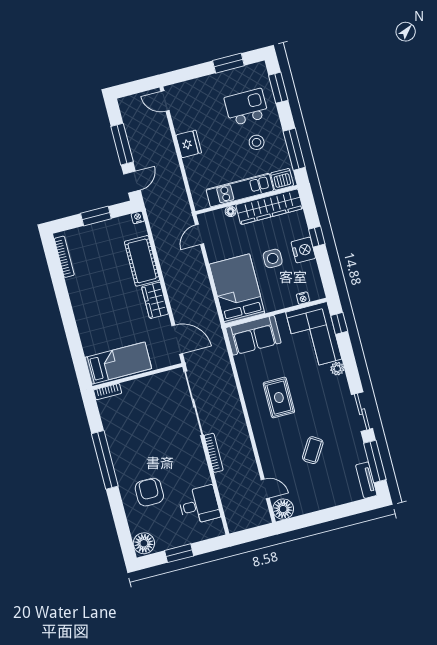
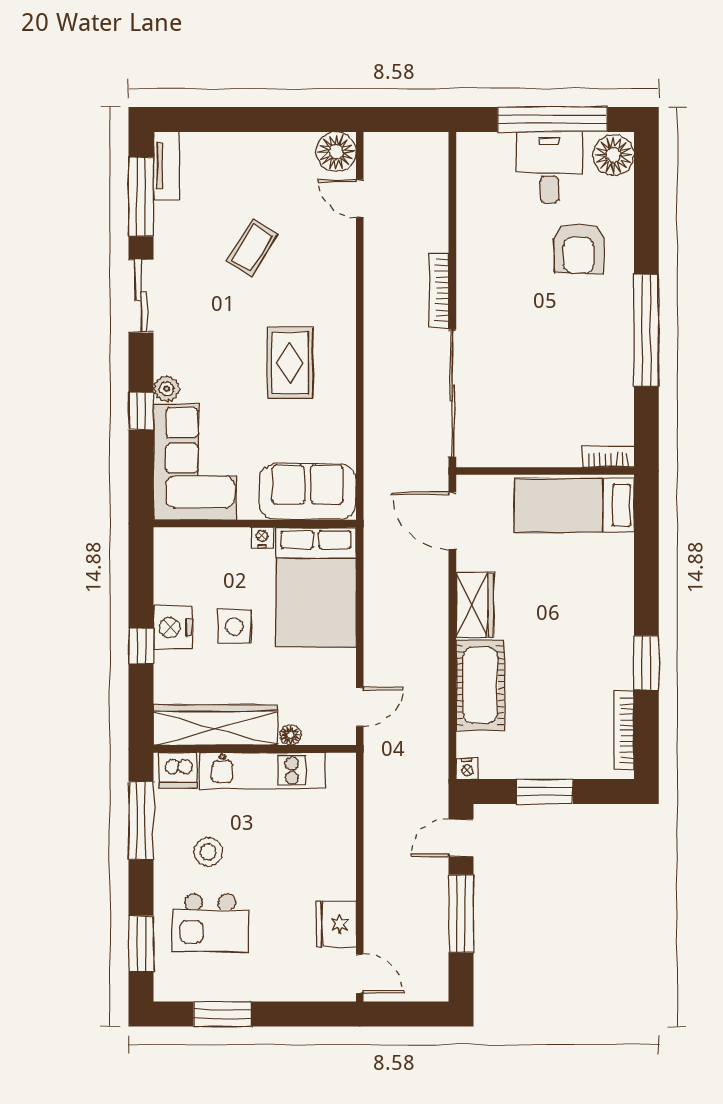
fridge: (189, 144) -> (336, 924), moved
window: (62, 294) -> (646, 663), added
nightstand: (303, 298) -> (262, 538), moved
window: (339, 323) -> (141, 411), moved
desk: (199, 505) -> (549, 167), moved, turned 90
window: (179, 553) -> (552, 119), width x2.11

